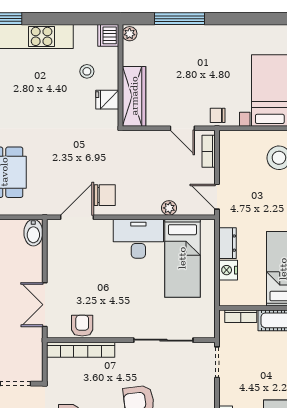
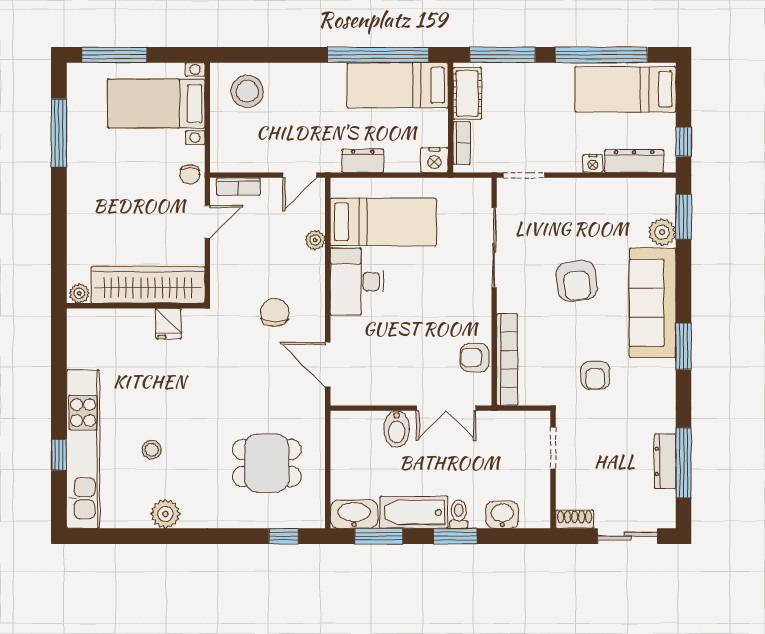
window: (179, 19) -> (59, 133), moved
dishwasher: (108, 35) -> (82, 322), removed
stool: (87, 71) -> (152, 450), moved
wardrobe: (134, 96) -> (148, 285), width x1.40, depth x1.17
chair: (105, 195) -> (275, 313), moved
bidet: (33, 233) -> (397, 429), moved, turned 90
nightstand: (228, 270) -> (434, 160), moved

